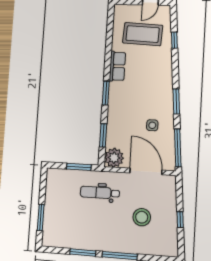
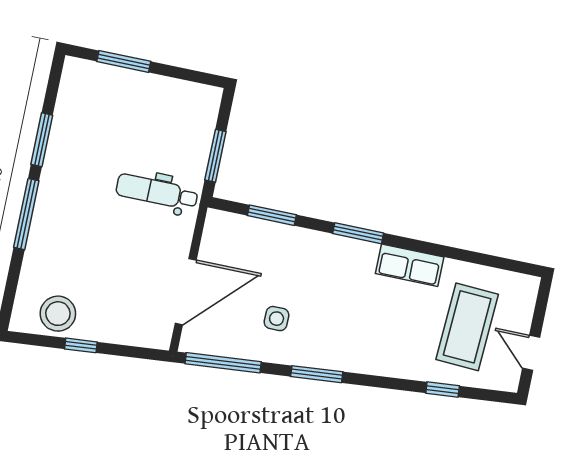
plant: (114, 158) -> (223, 231), removed
dental chair: (100, 193) -> (157, 192), turned -90
stool: (142, 217) -> (58, 314), moved

